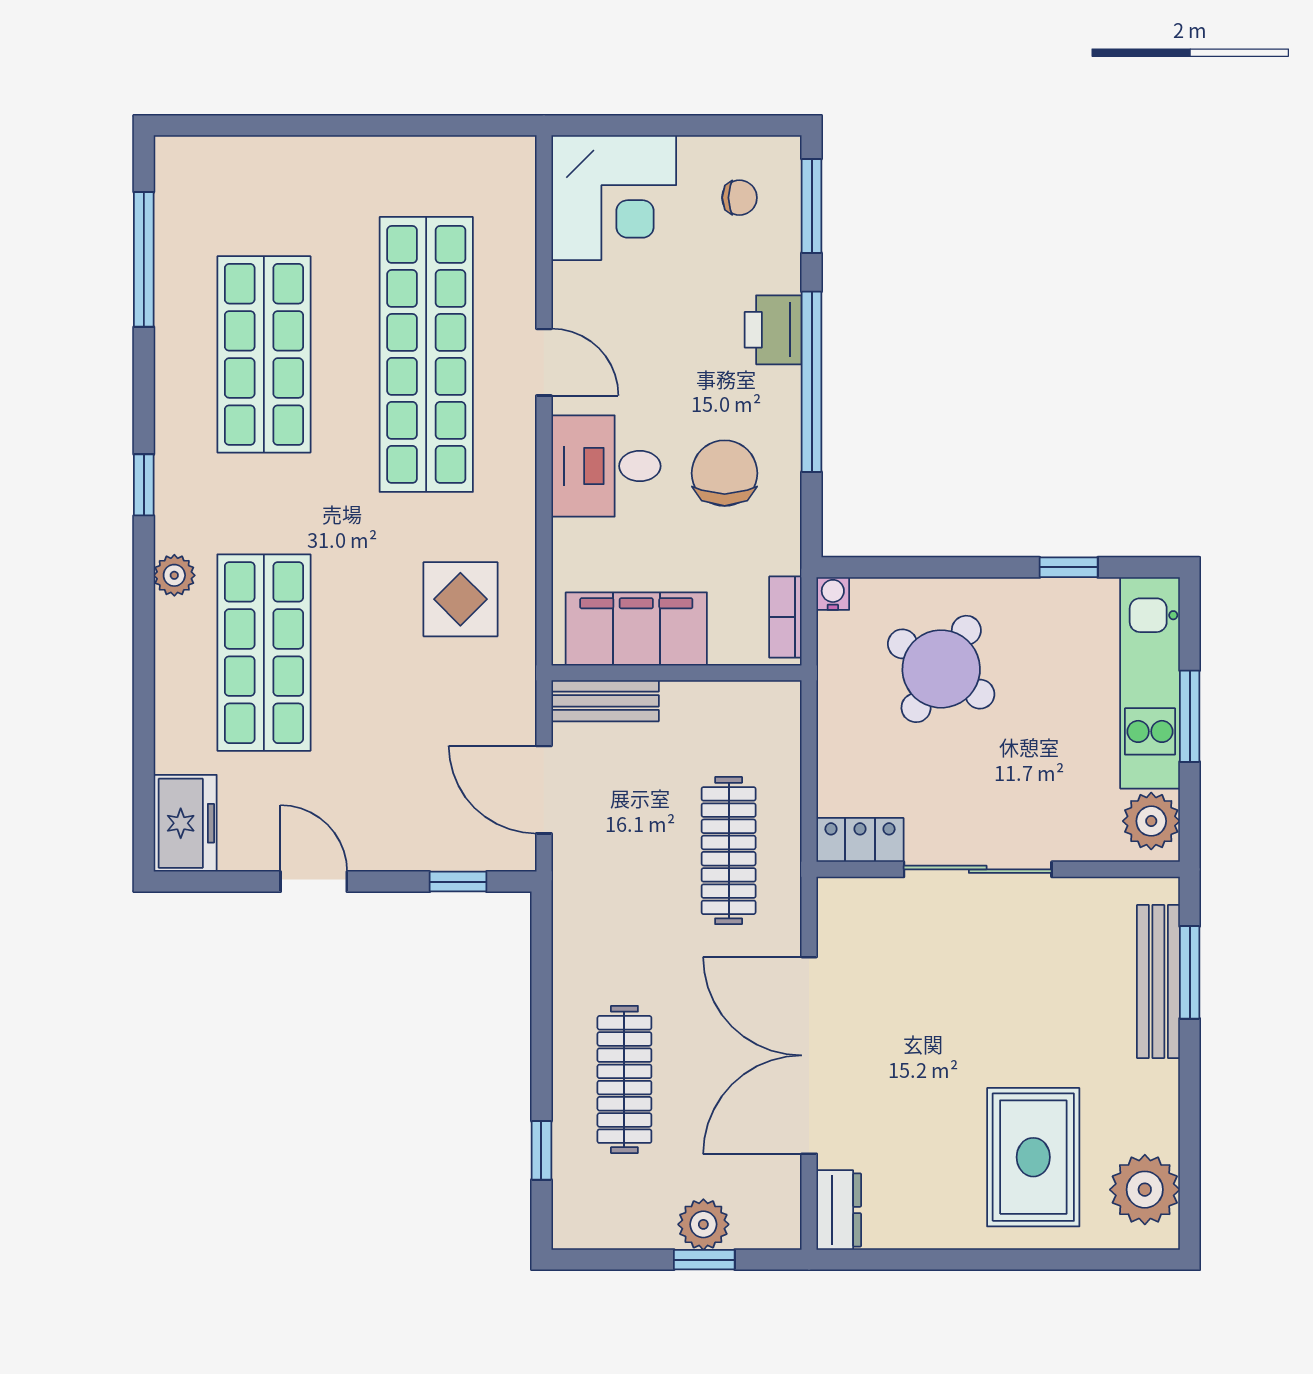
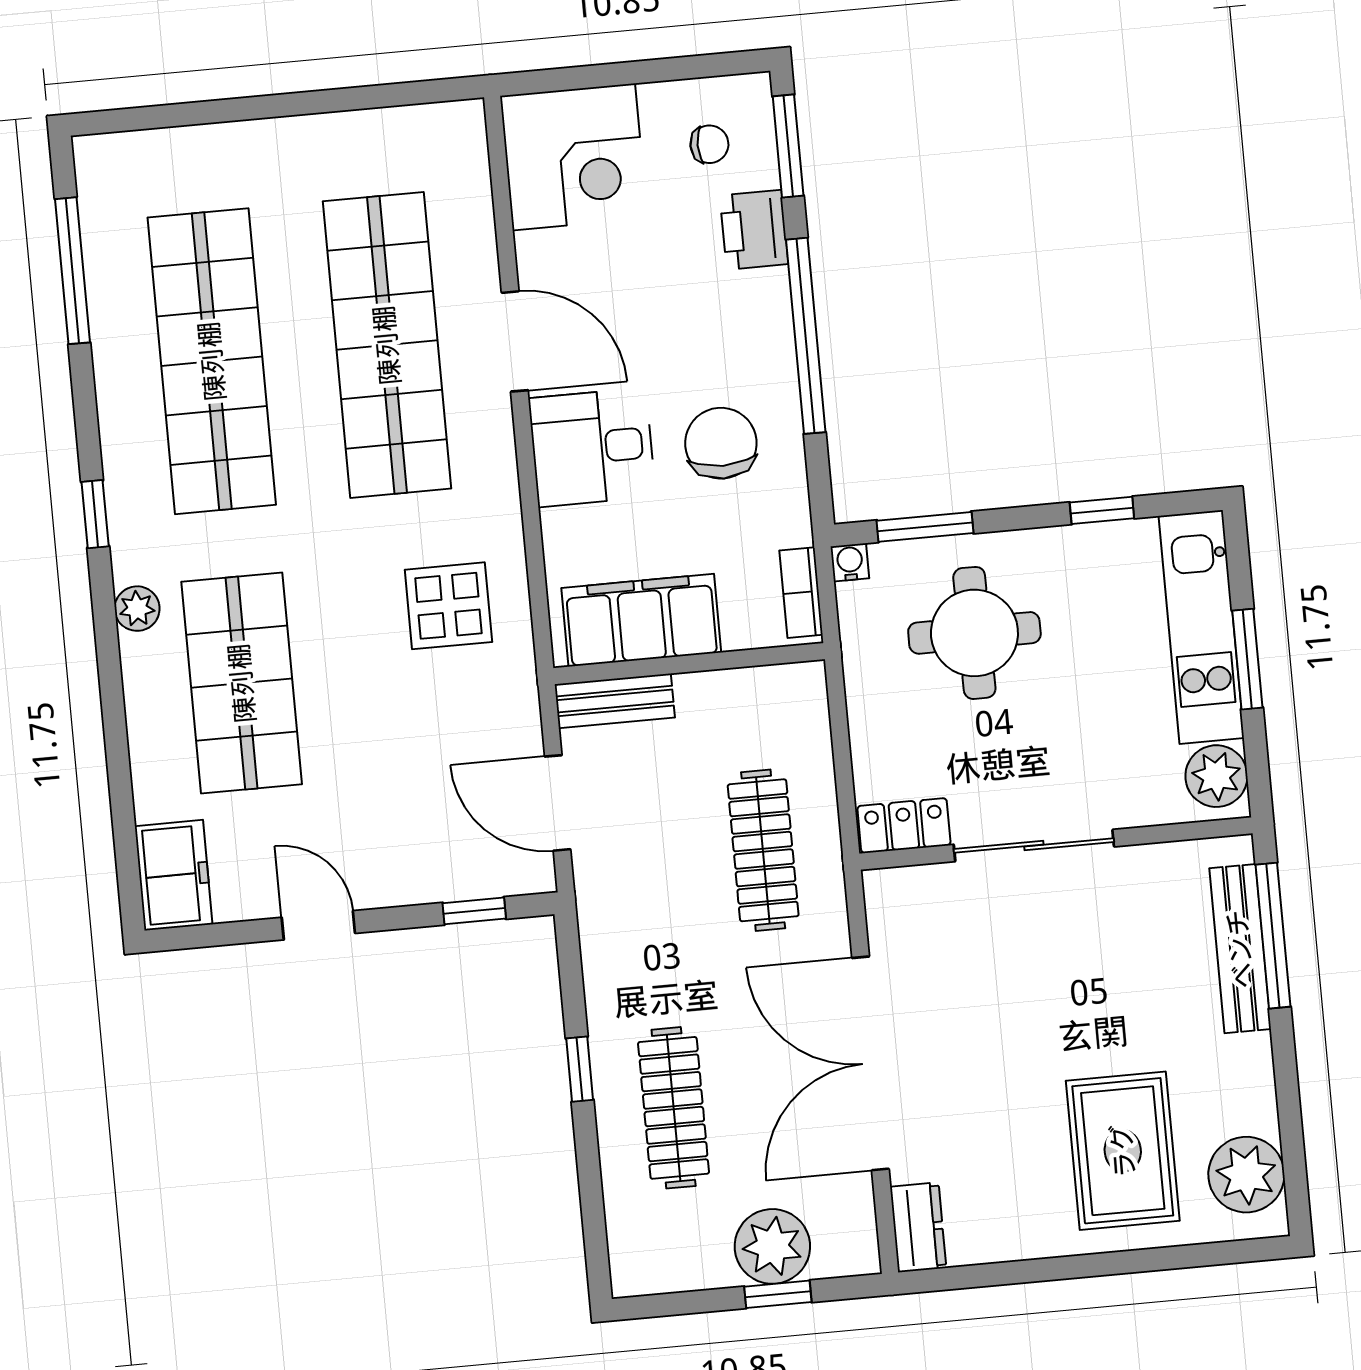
printer: (773, 330) -> (754, 230), moved
shop shelf: (264, 354) -> (212, 361), width x1.40
door: (544, 362) -> (515, 341), width x1.38
window: (905, 567) -> (925, 527), added
round table: (941, 669) -> (974, 633), turned -33
window: (1190, 972) -> (1273, 936), width x1.44
window: (541, 1150) -> (580, 1069), moved
plant: (703, 1224) -> (772, 1246), width x1.36, depth x1.36

